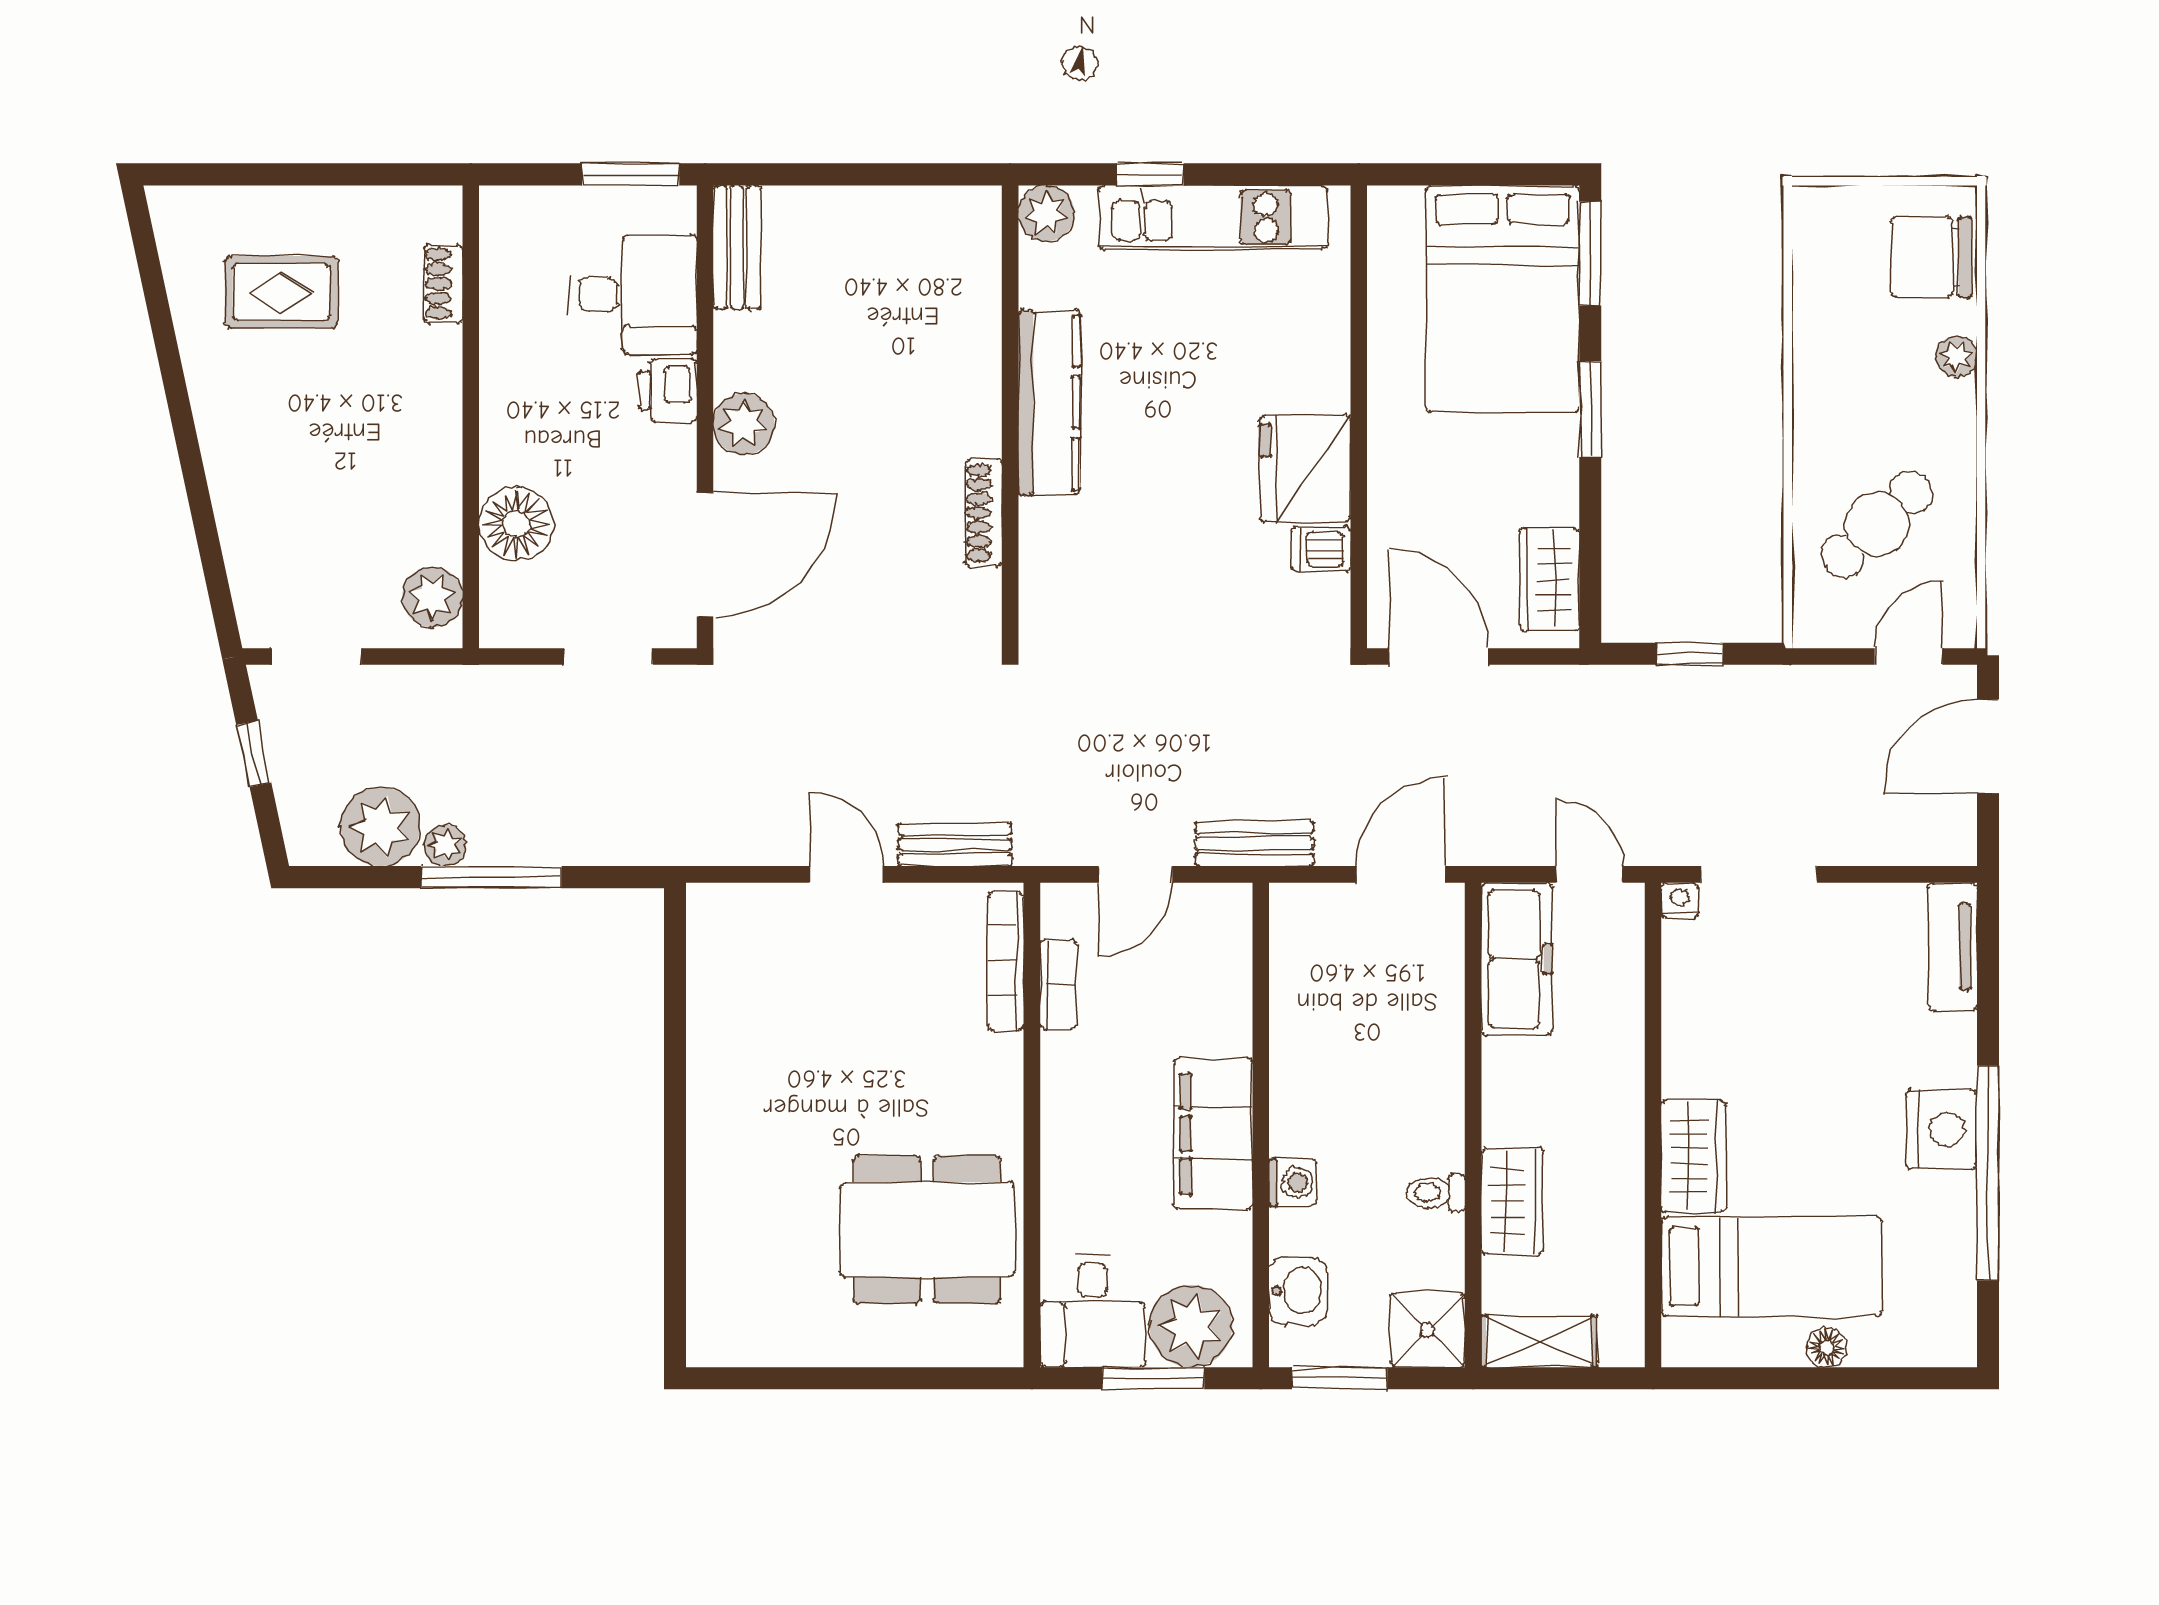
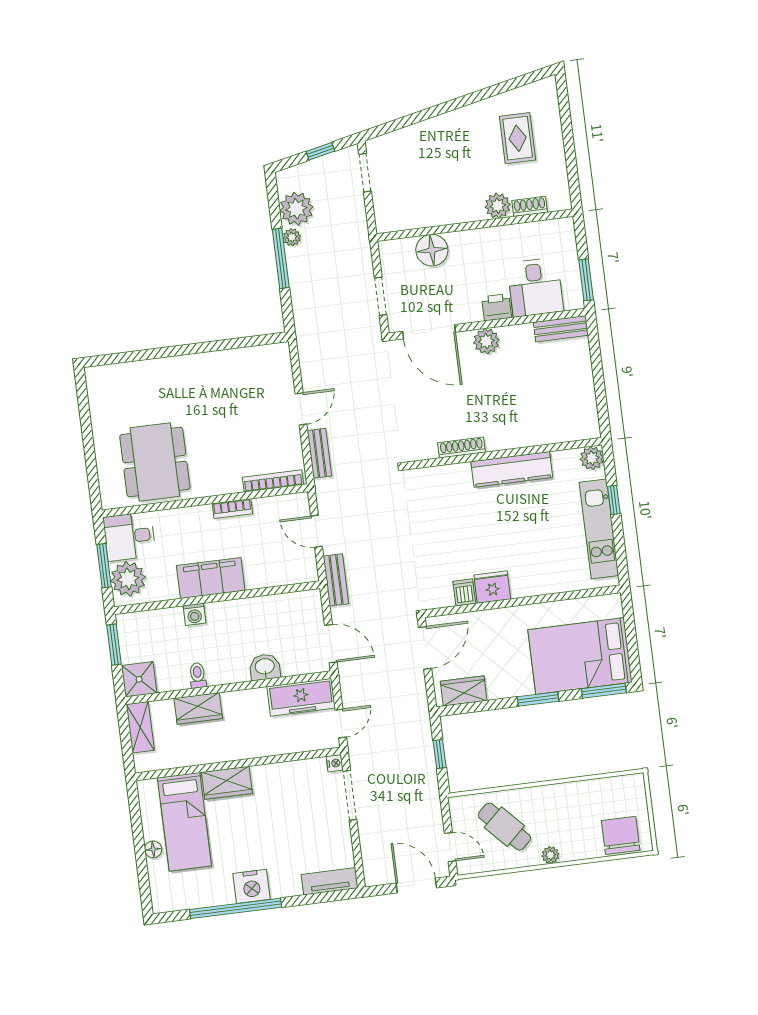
plant: (1956, 356) -> (550, 855), moved
fridge: (1305, 468) -> (492, 587), width x0.73, depth x0.75
plant: (432, 597) -> (498, 206), moved
bookcase: (1058, 985) -> (232, 509), moved
washbasin: (1298, 1291) -> (265, 667), moved, turned 180

